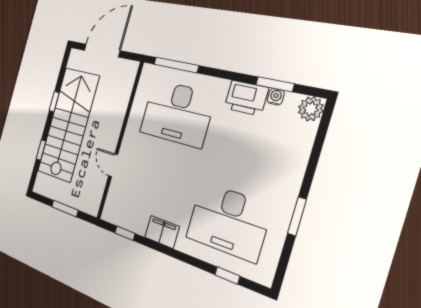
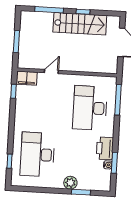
plant: (311, 109) -> (70, 183), moved
stairs: (68, 124) -> (80, 24), width x0.73, depth x0.66
window: (41, 150) -> (49, 10), width x2.17
window: (297, 216) -> (81, 192), moved
filing cabinet: (162, 232) -> (27, 78), moved, turned 90

